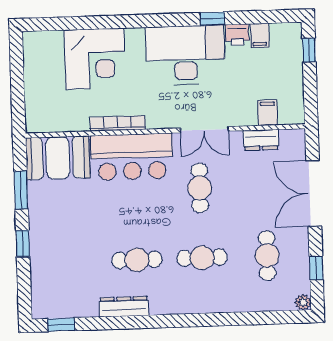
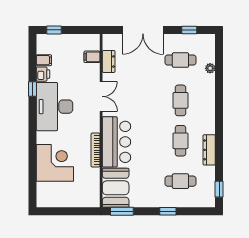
cafe table: (200, 188) -> (180, 181), moved
window: (21, 190) -> (122, 211), moved
plant: (303, 302) -> (210, 68), moved

